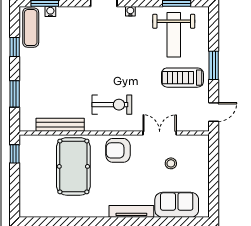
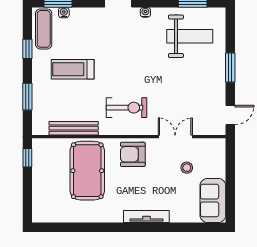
weight bench: (174, 35) -> (190, 36), turned -90
treadmill: (182, 78) -> (73, 69), moved
sofa: (177, 205) -> (213, 200), moved, turned -90

